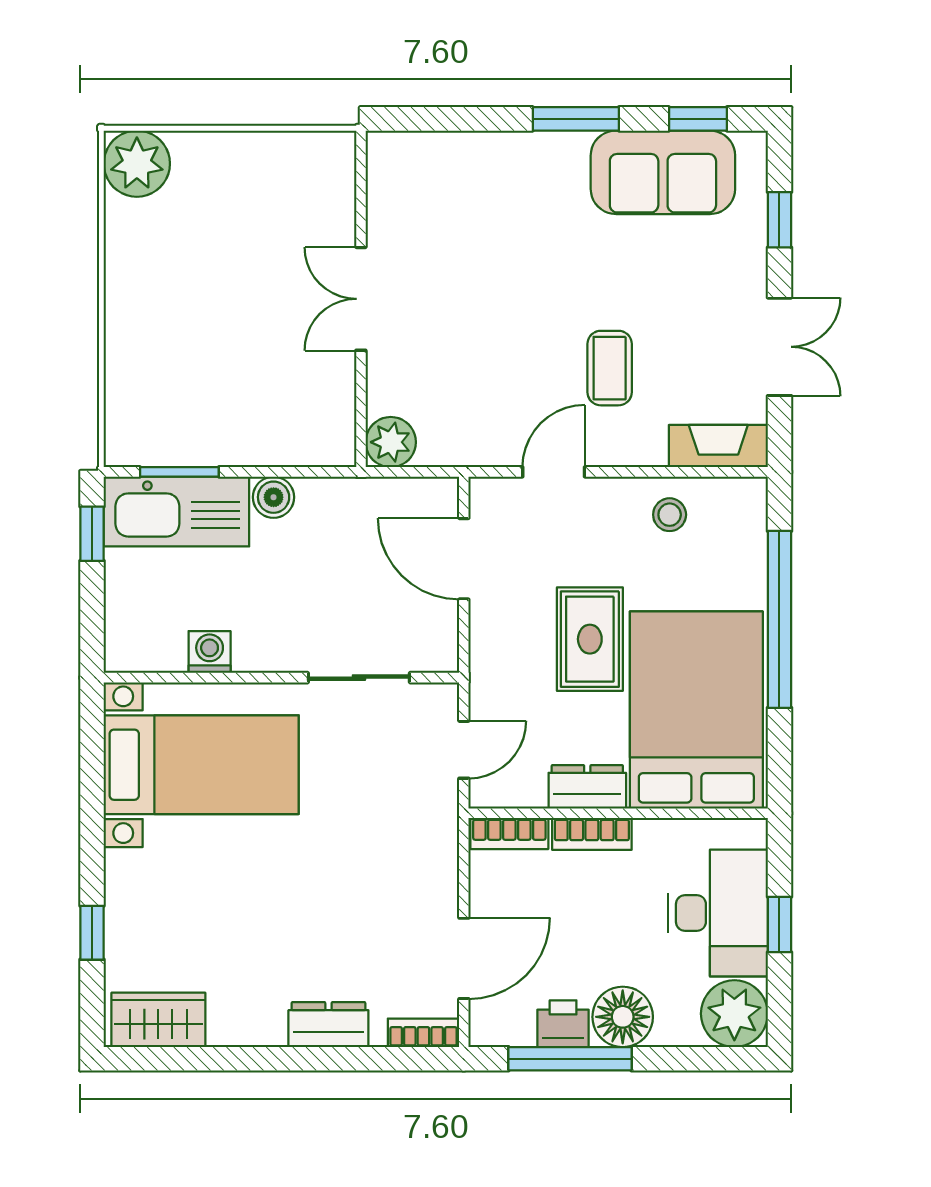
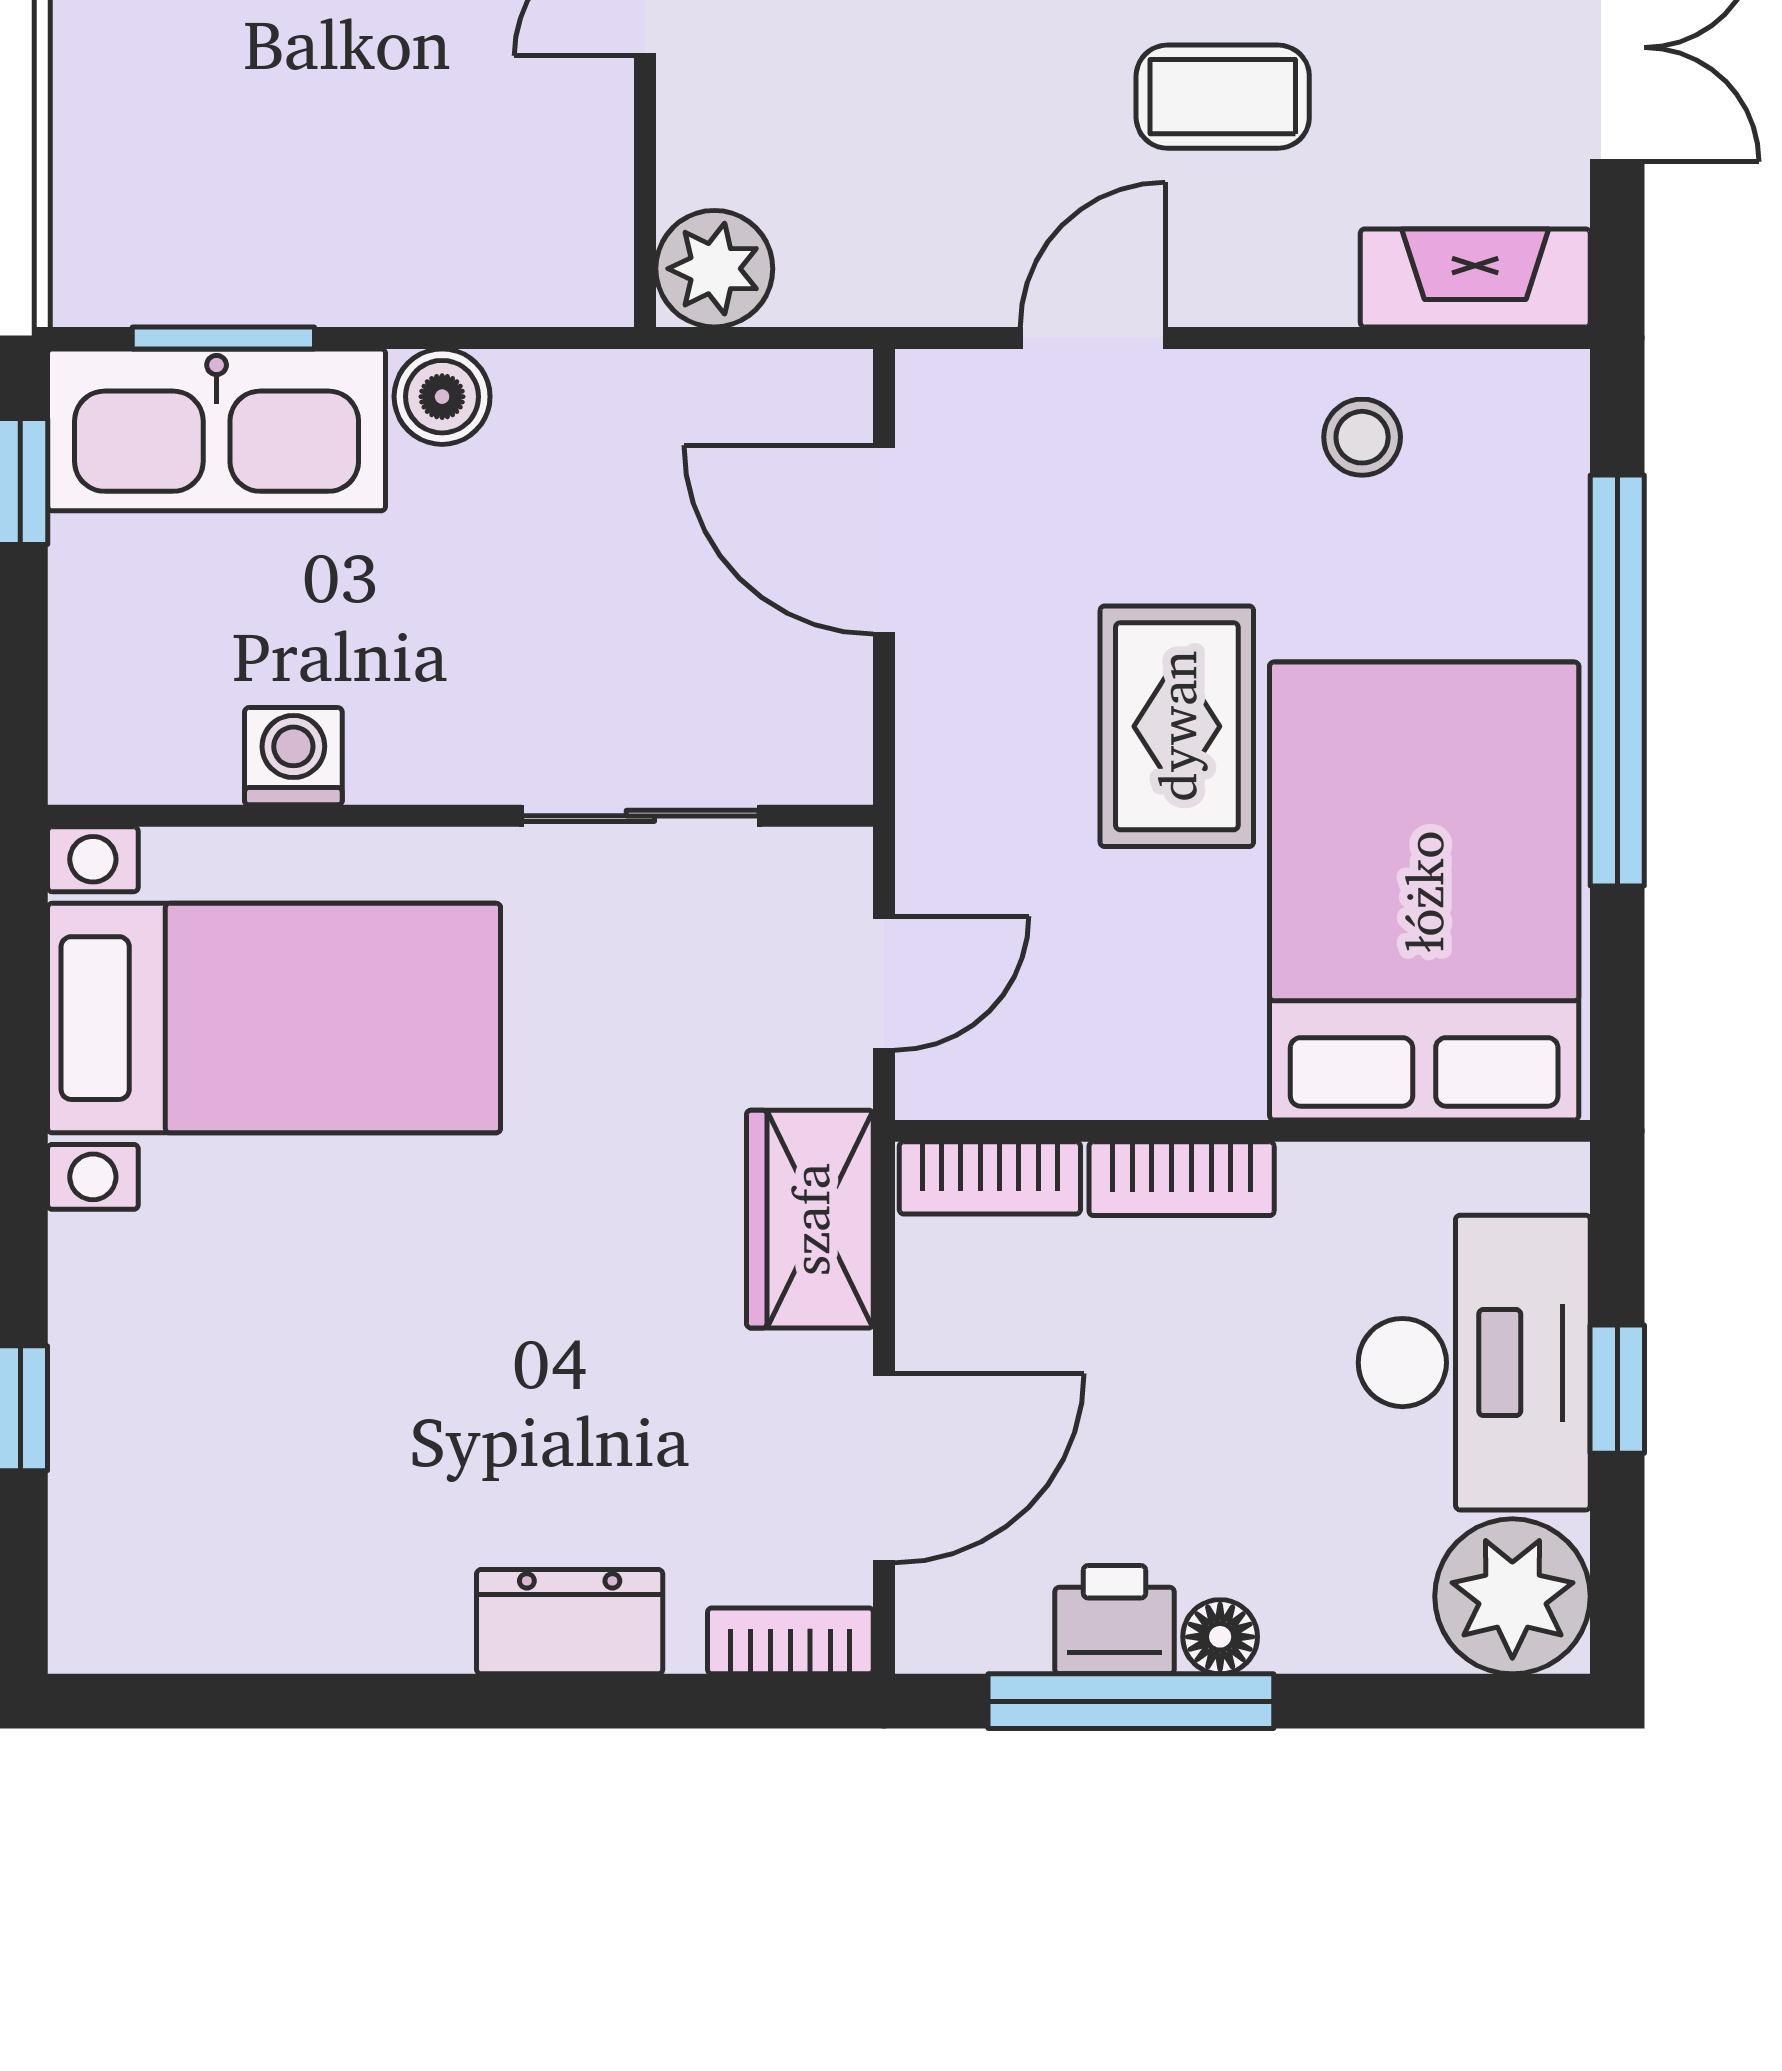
coffee table: (610, 368) -> (1223, 97), turned 90
dresser: (587, 787) -> (1171, 1069), removed
floor lamp: (623, 1017) -> (1220, 1637), width x0.53, depth x0.53
wardrobe: (158, 1020) -> (810, 1219), moved, turned -90

